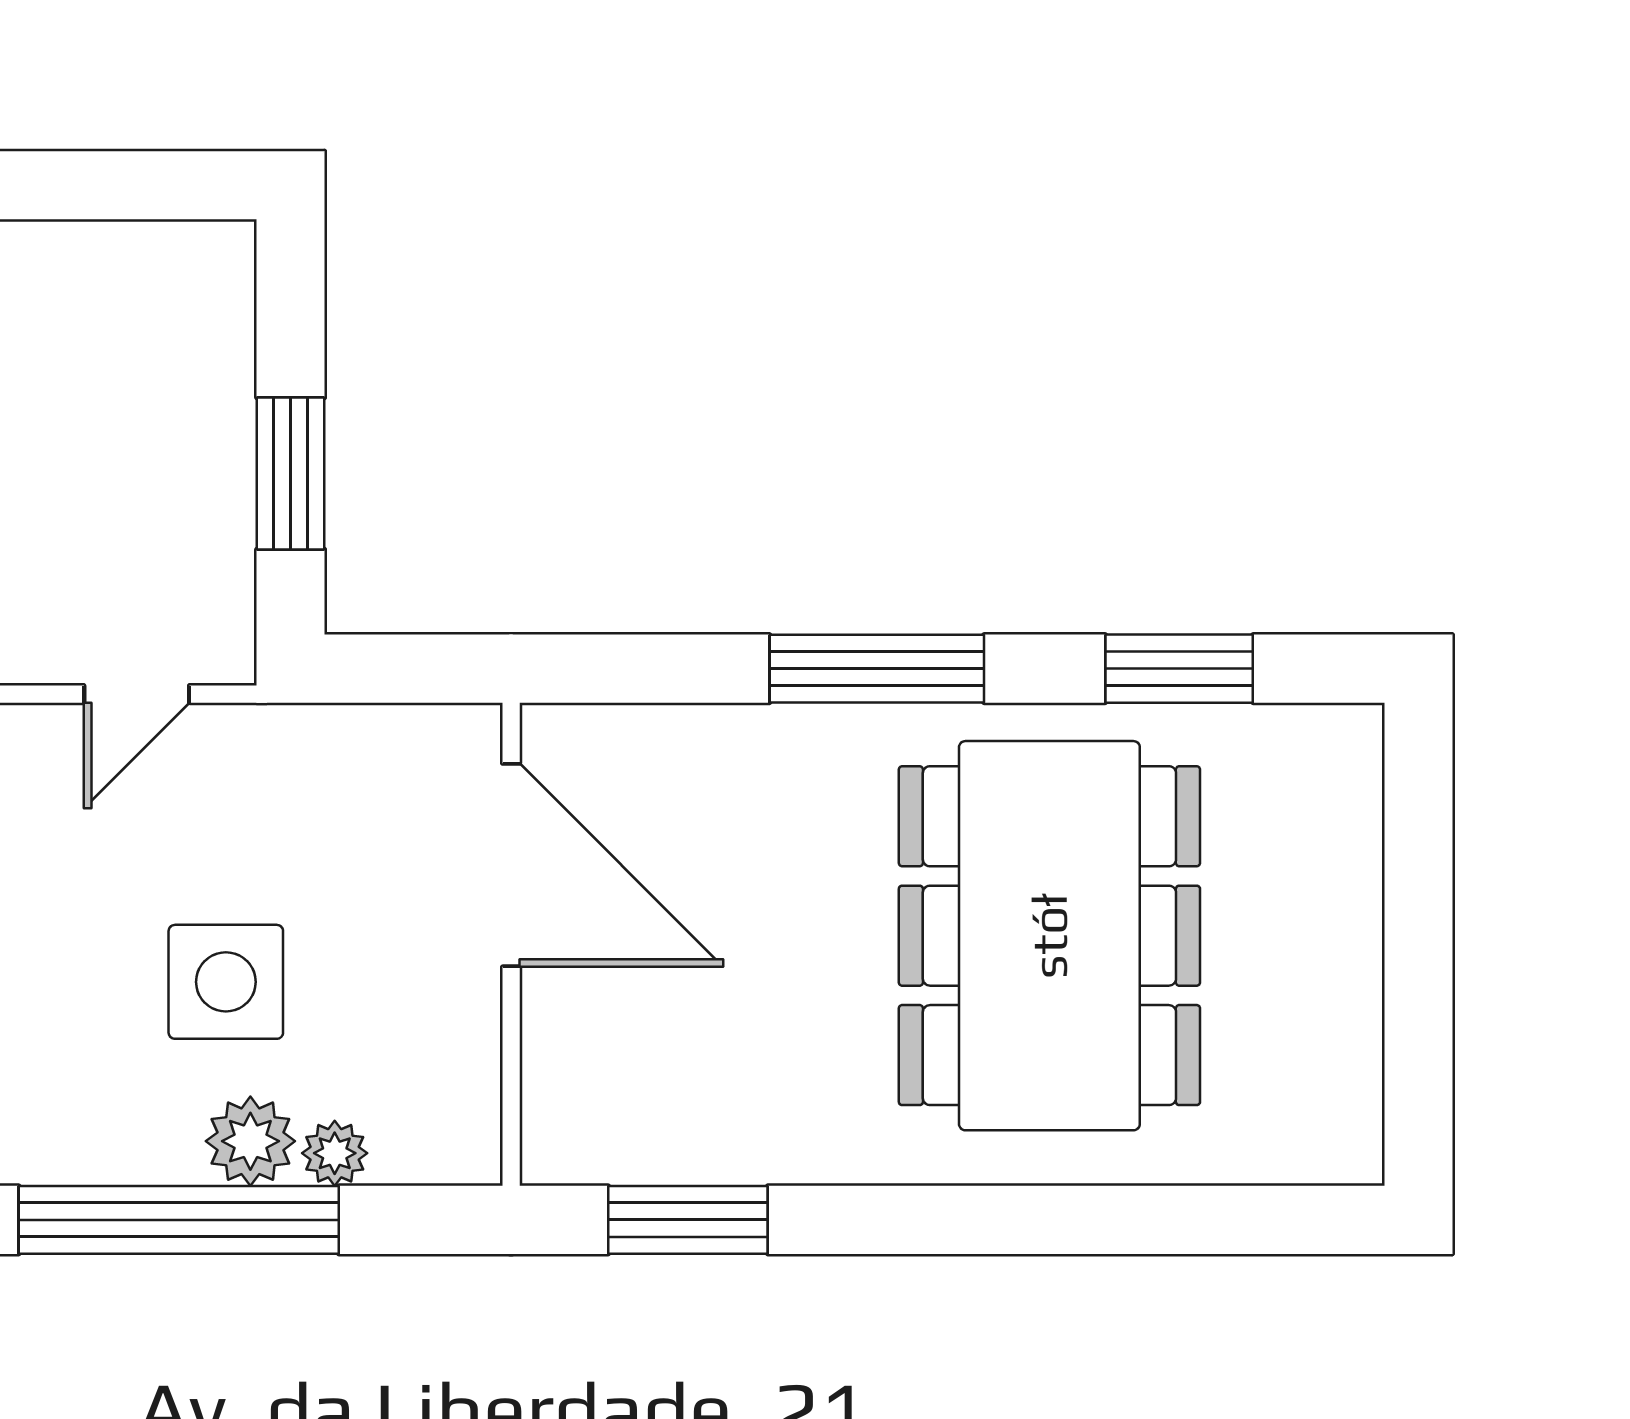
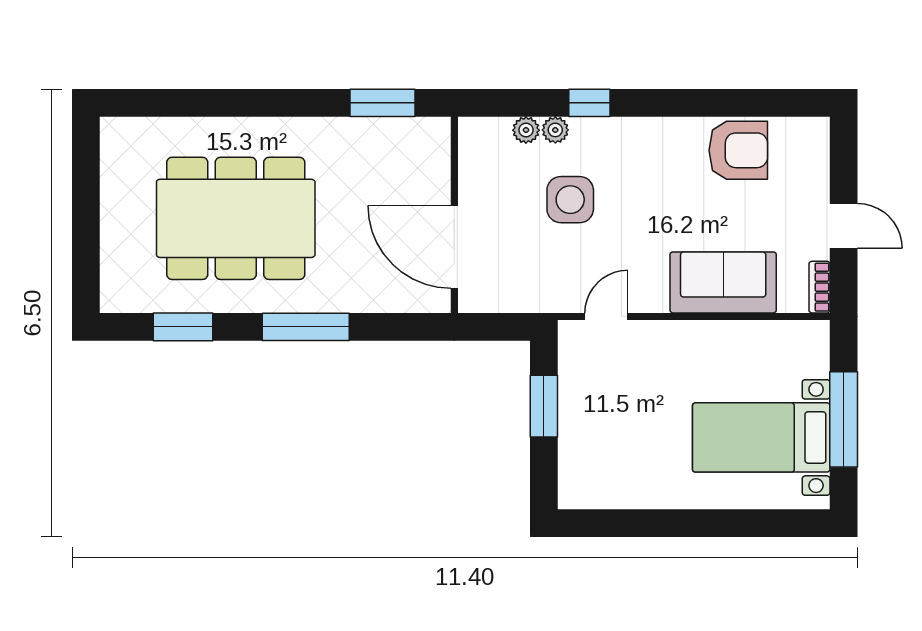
dining table: (1049, 936) -> (236, 218), turned 90
plant: (250, 1141) -> (555, 130), width x0.73, depth x0.73
window: (179, 1220) -> (589, 103), width x0.32

